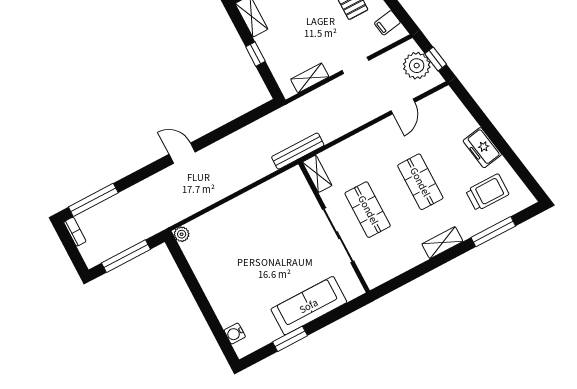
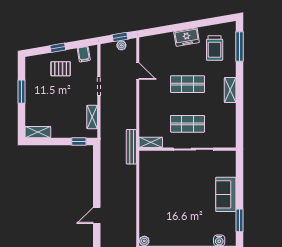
window: (255, 54) -> (79, 142), moved
plant: (417, 66) -> (121, 45), width x0.53, depth x0.53
trolley: (487, 192) -> (215, 48), turned 180
window: (493, 232) -> (239, 47), moved
sofa: (309, 306) -> (226, 194), width x0.73
window: (290, 339) -> (239, 220), moved

